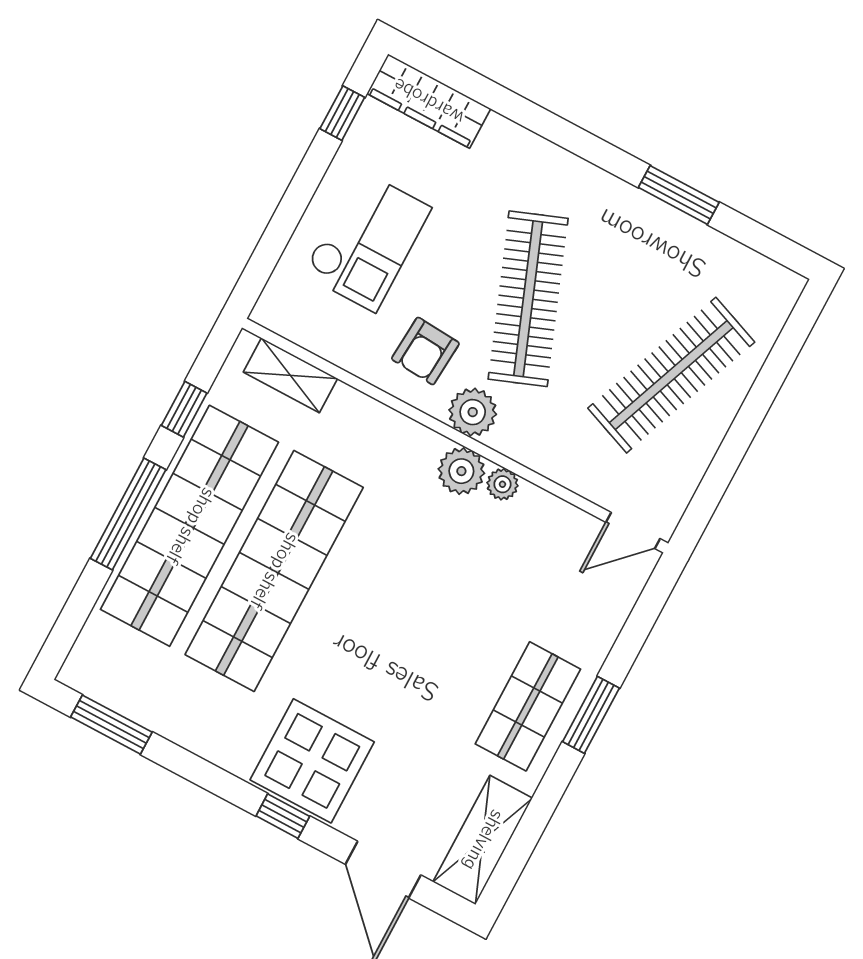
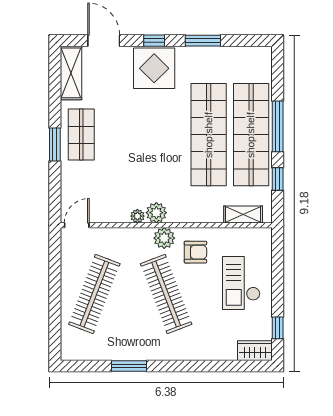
wardrobe: (429, 101) -> (255, 351), width x0.67
armchair: (425, 351) -> (195, 252), turned 86
window: (111, 725) -> (203, 41), moved

